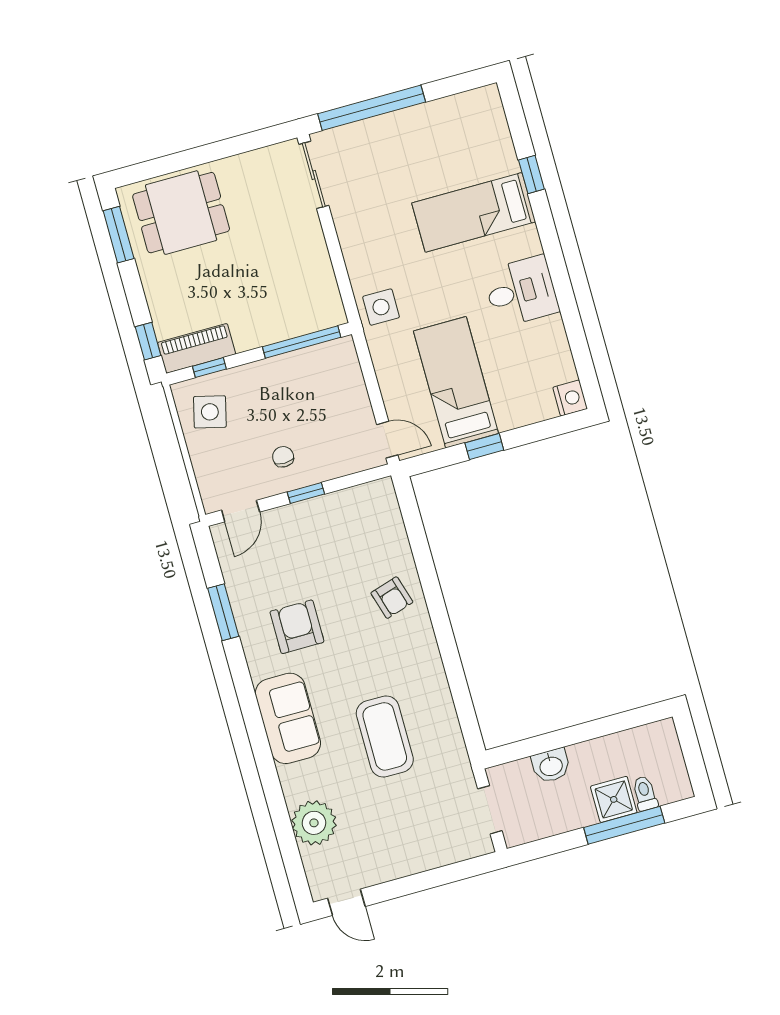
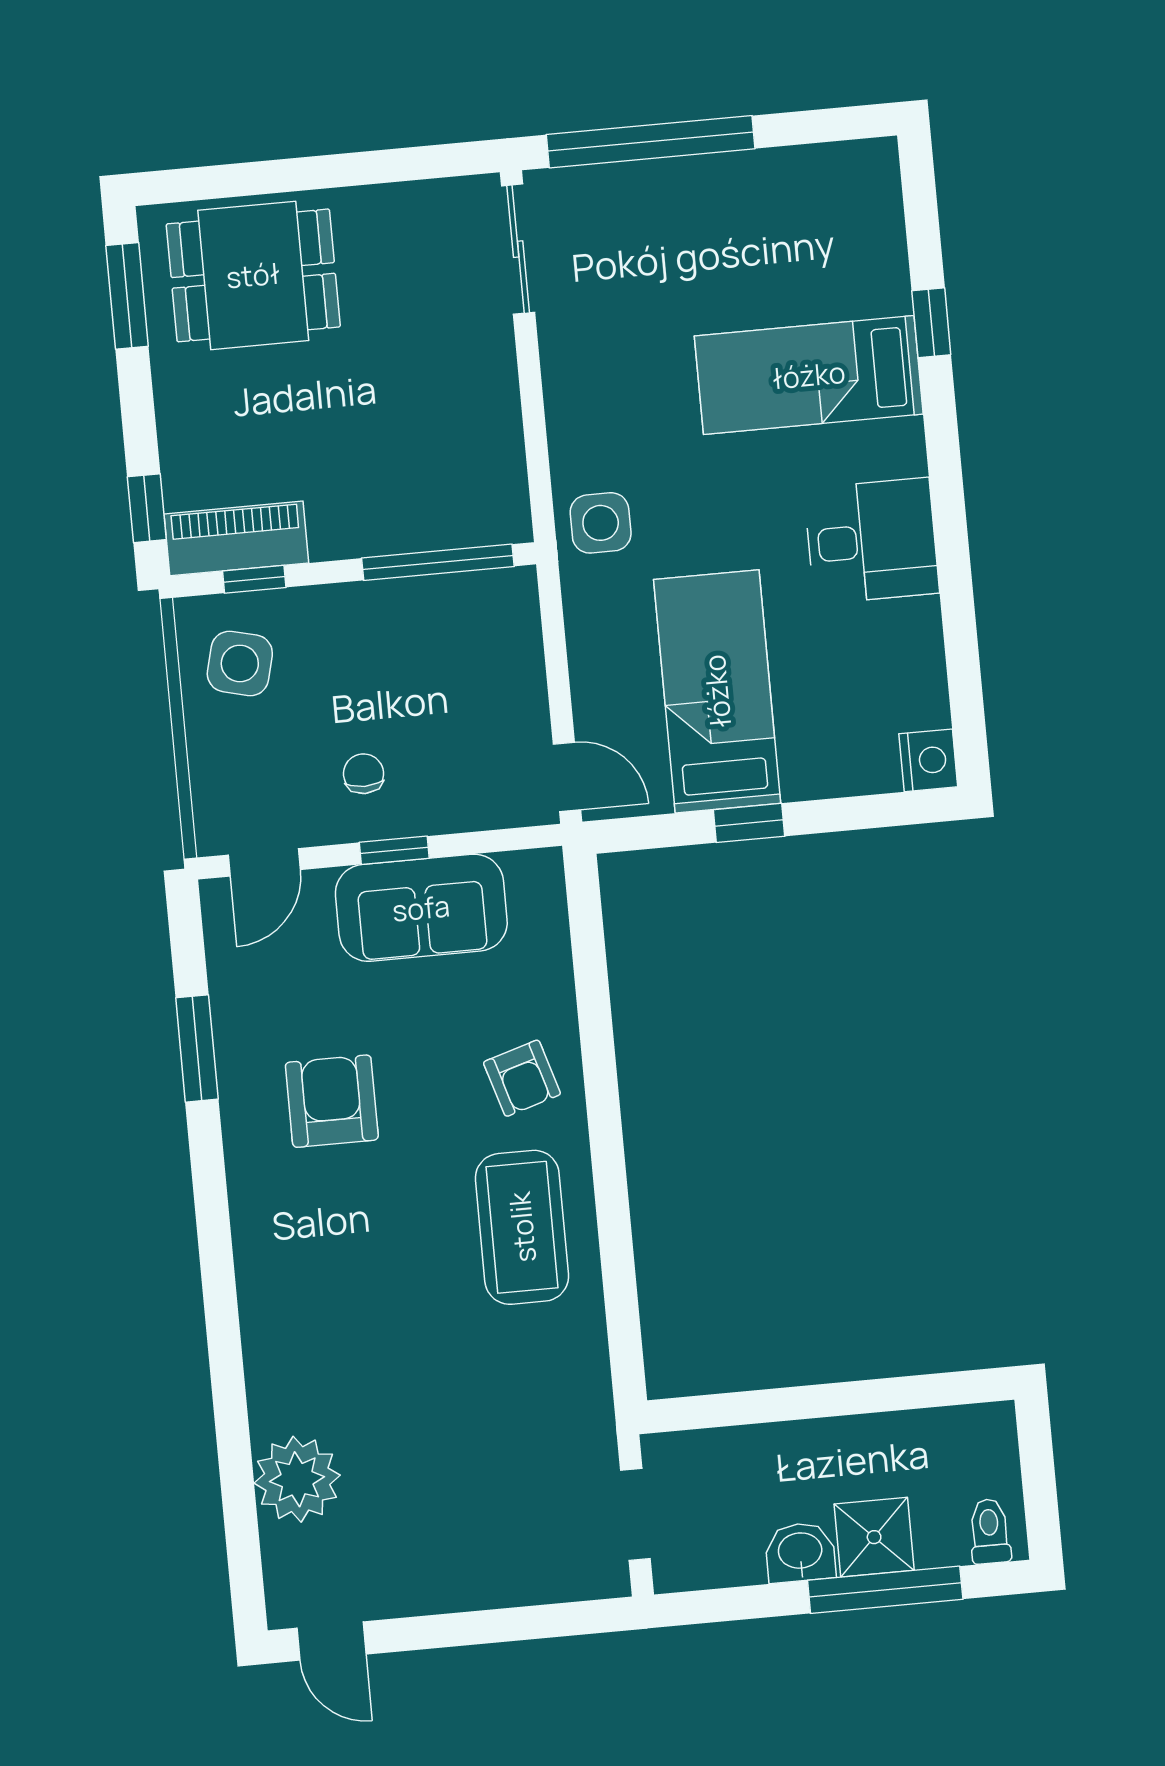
sofa: (288, 718) -> (421, 908), moved, turned 90
coffee table: (385, 736) -> (522, 1227), moved
washbasin: (551, 766) -> (800, 1552), moved, turned 180
toilet: (645, 793) -> (990, 1531), moved

